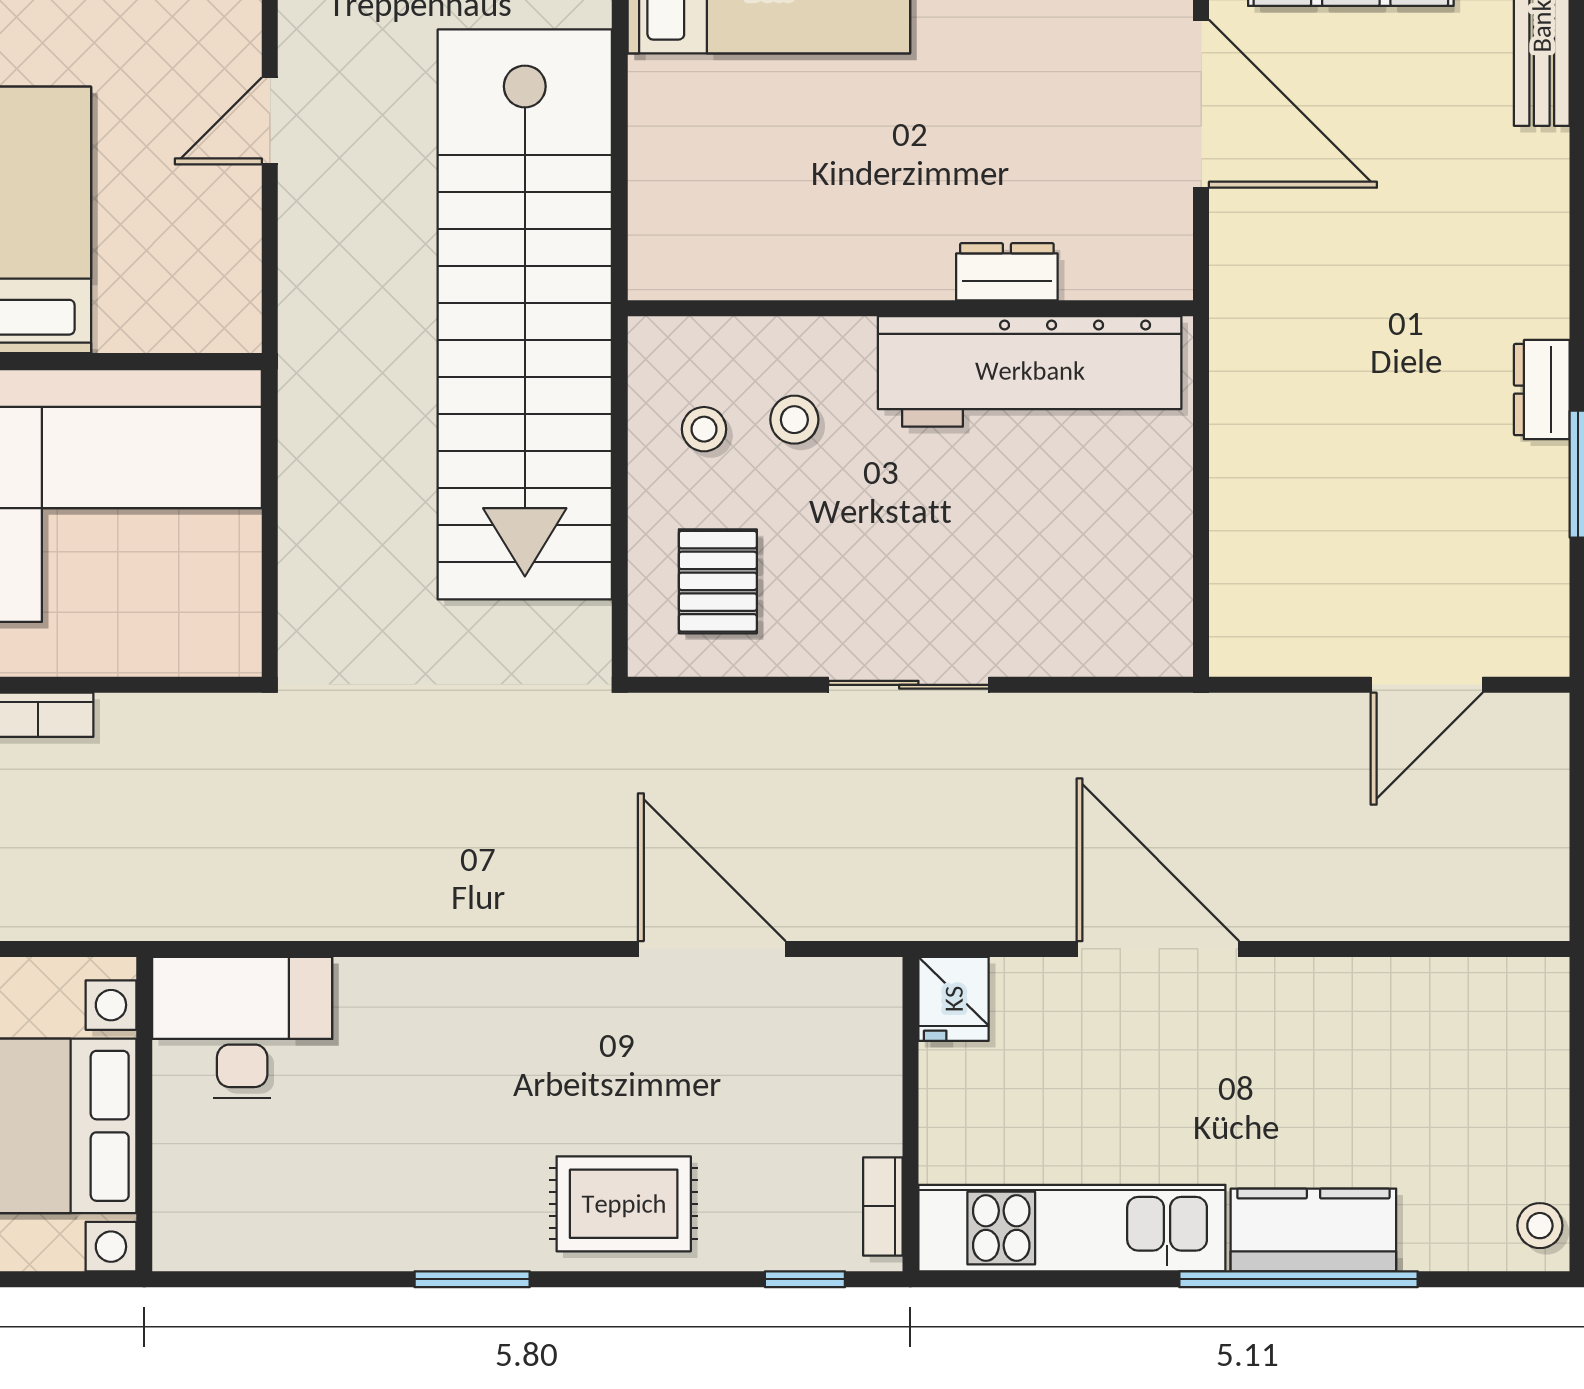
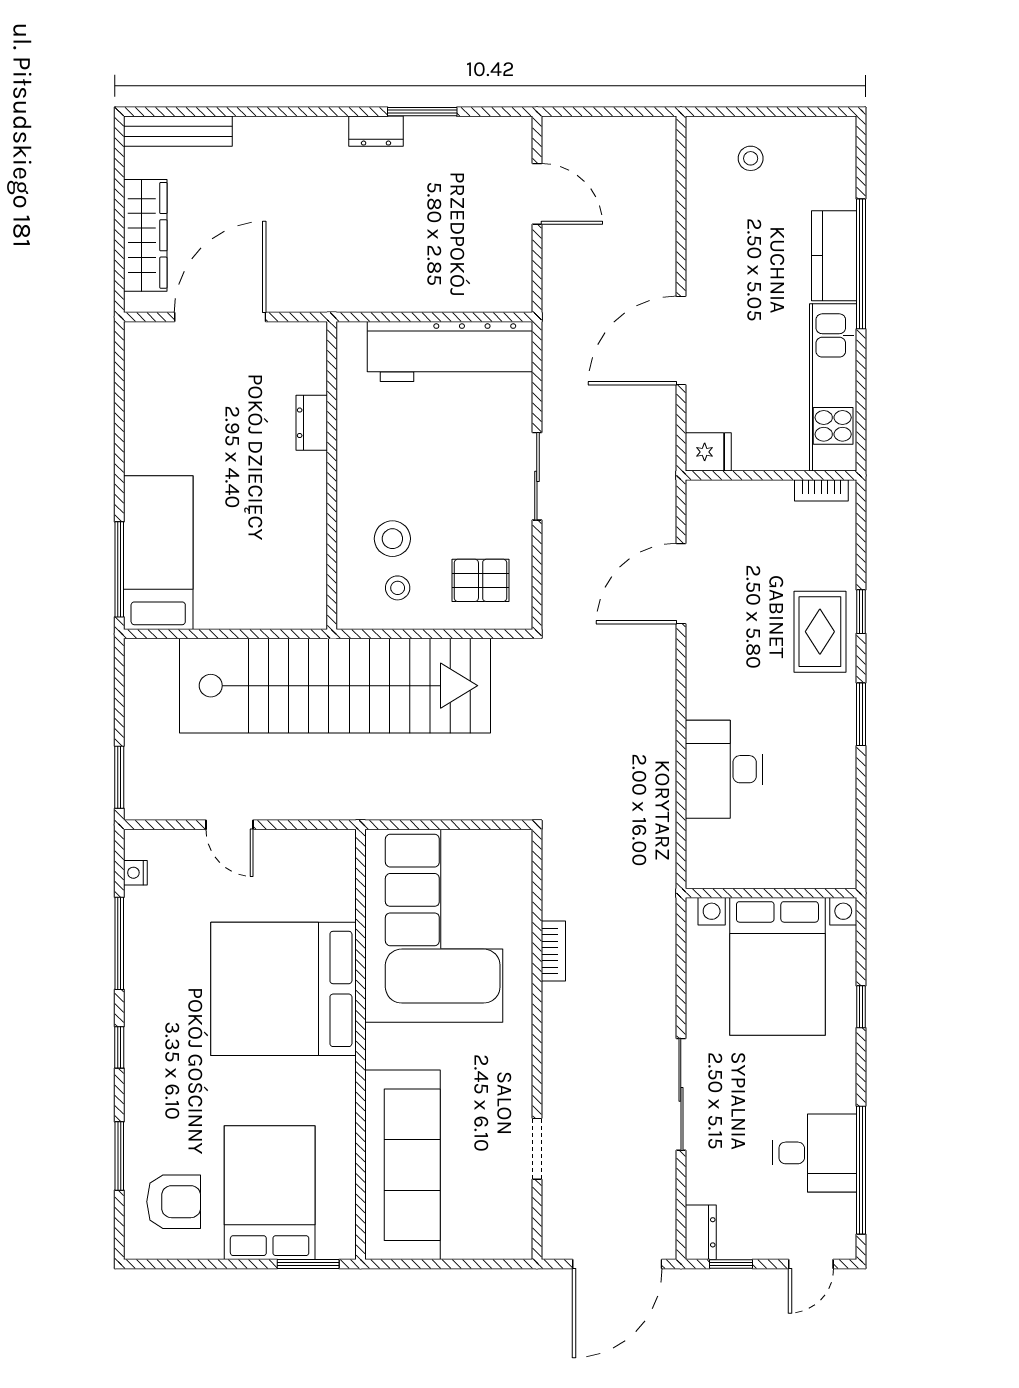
workbench: (1030, 371) -> (450, 351), moved, turned 90
stool: (794, 420) -> (392, 539), width x1.37, depth x1.37
desk: (242, 1028) -> (724, 769), moved
stool: (1540, 1226) -> (751, 158), moved
window: (805, 1279) -> (861, 612), moved

